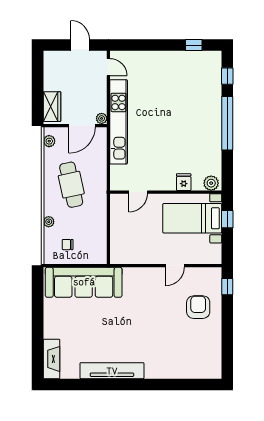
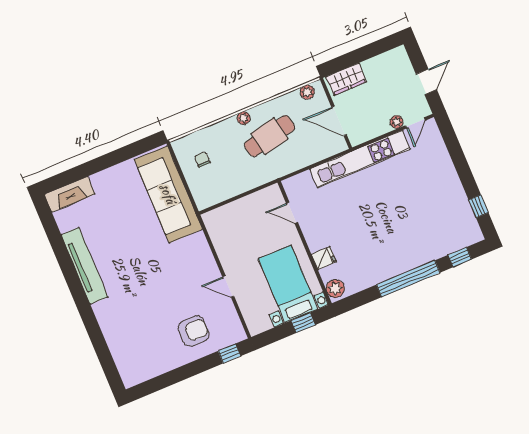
plant: (102, 118) -> (397, 122), moved
plant: (49, 222) -> (244, 118), moved

